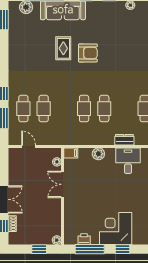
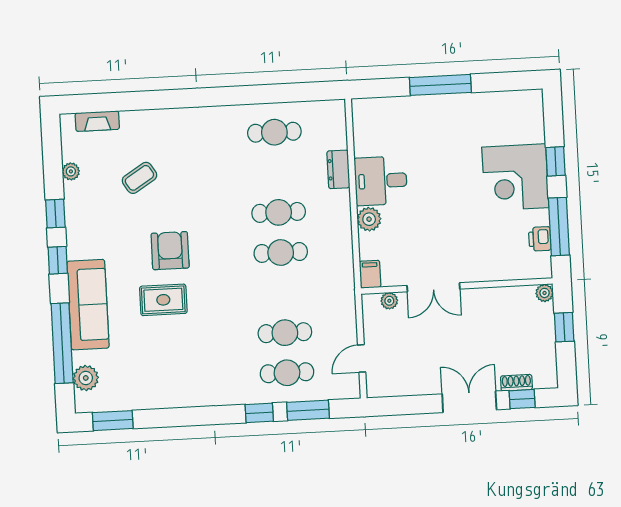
coffee table: (125, 39) -> (139, 178), added
desk: (128, 161) -> (381, 181), moved

